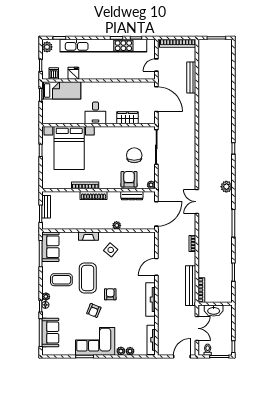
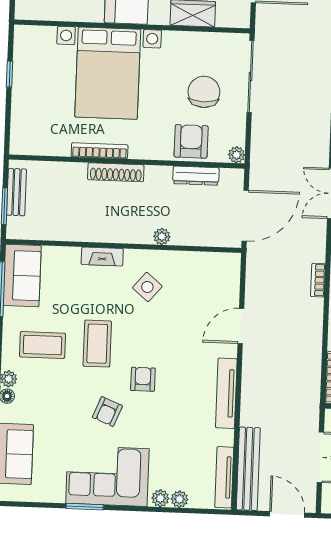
bed with nightstands: (69, 148) -> (108, 73), moved
coffee table: (88, 278) -> (97, 344), width x0.73, depth x0.76
bench: (191, 286) -> (248, 469), moved
door: (182, 357) -> (287, 514), hinge flipped

